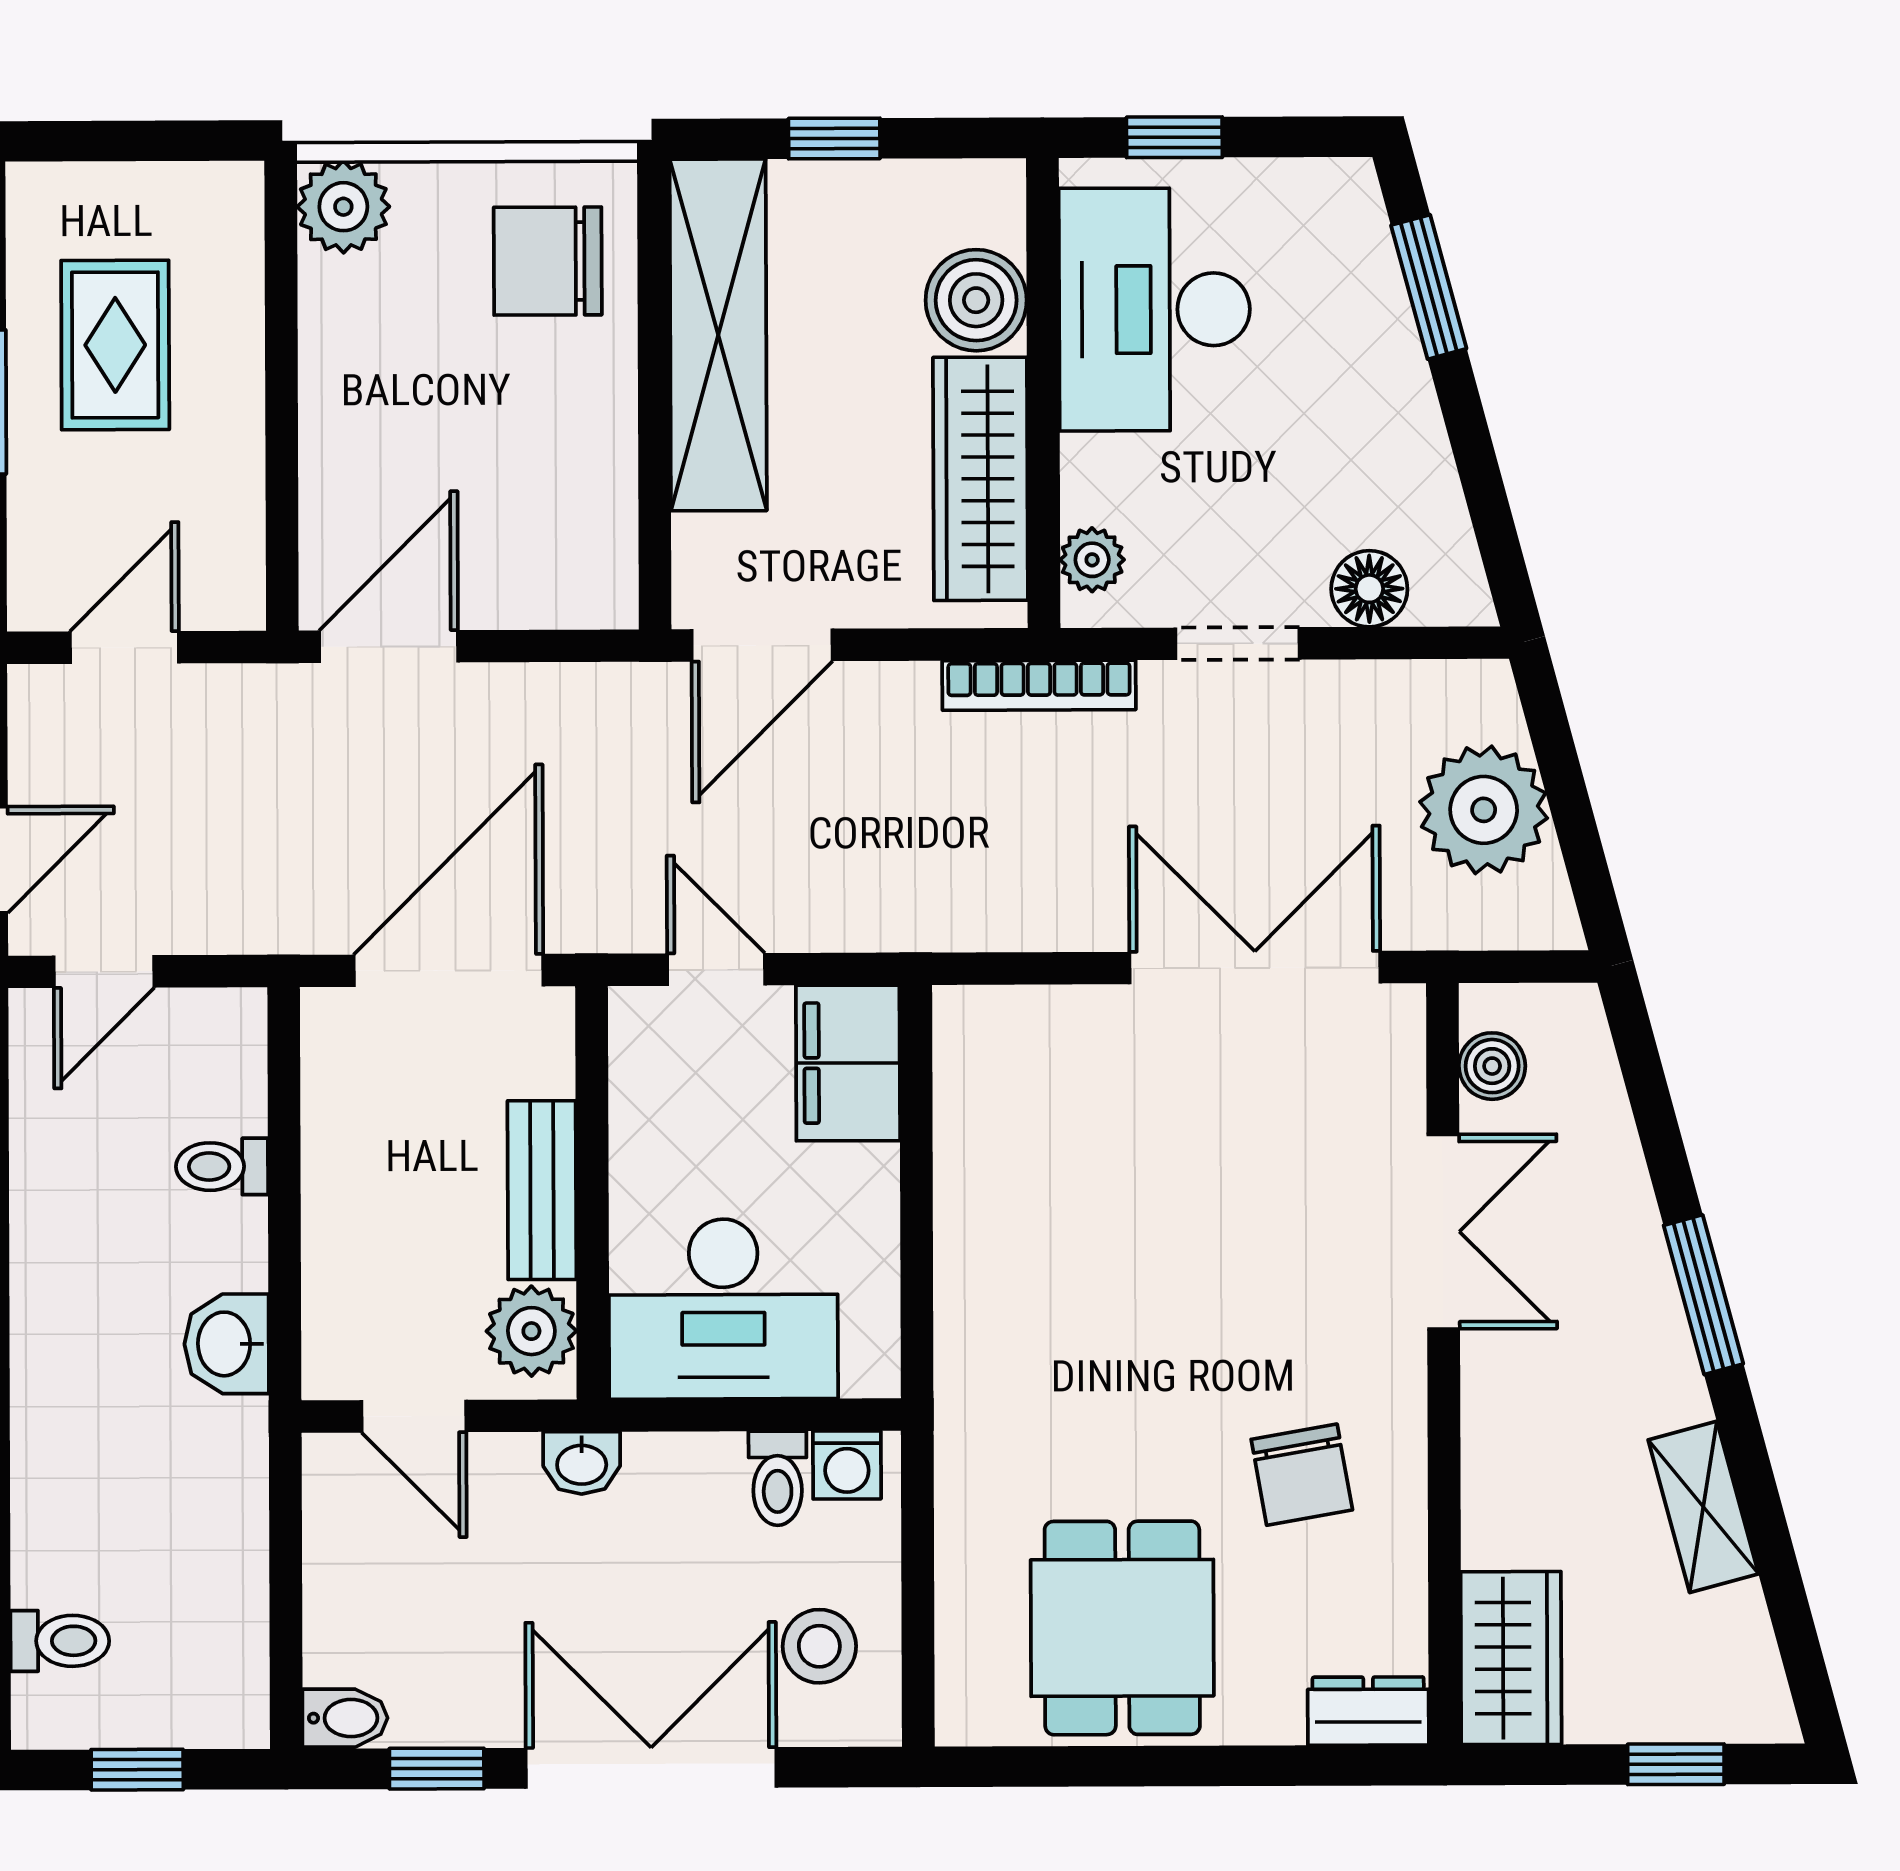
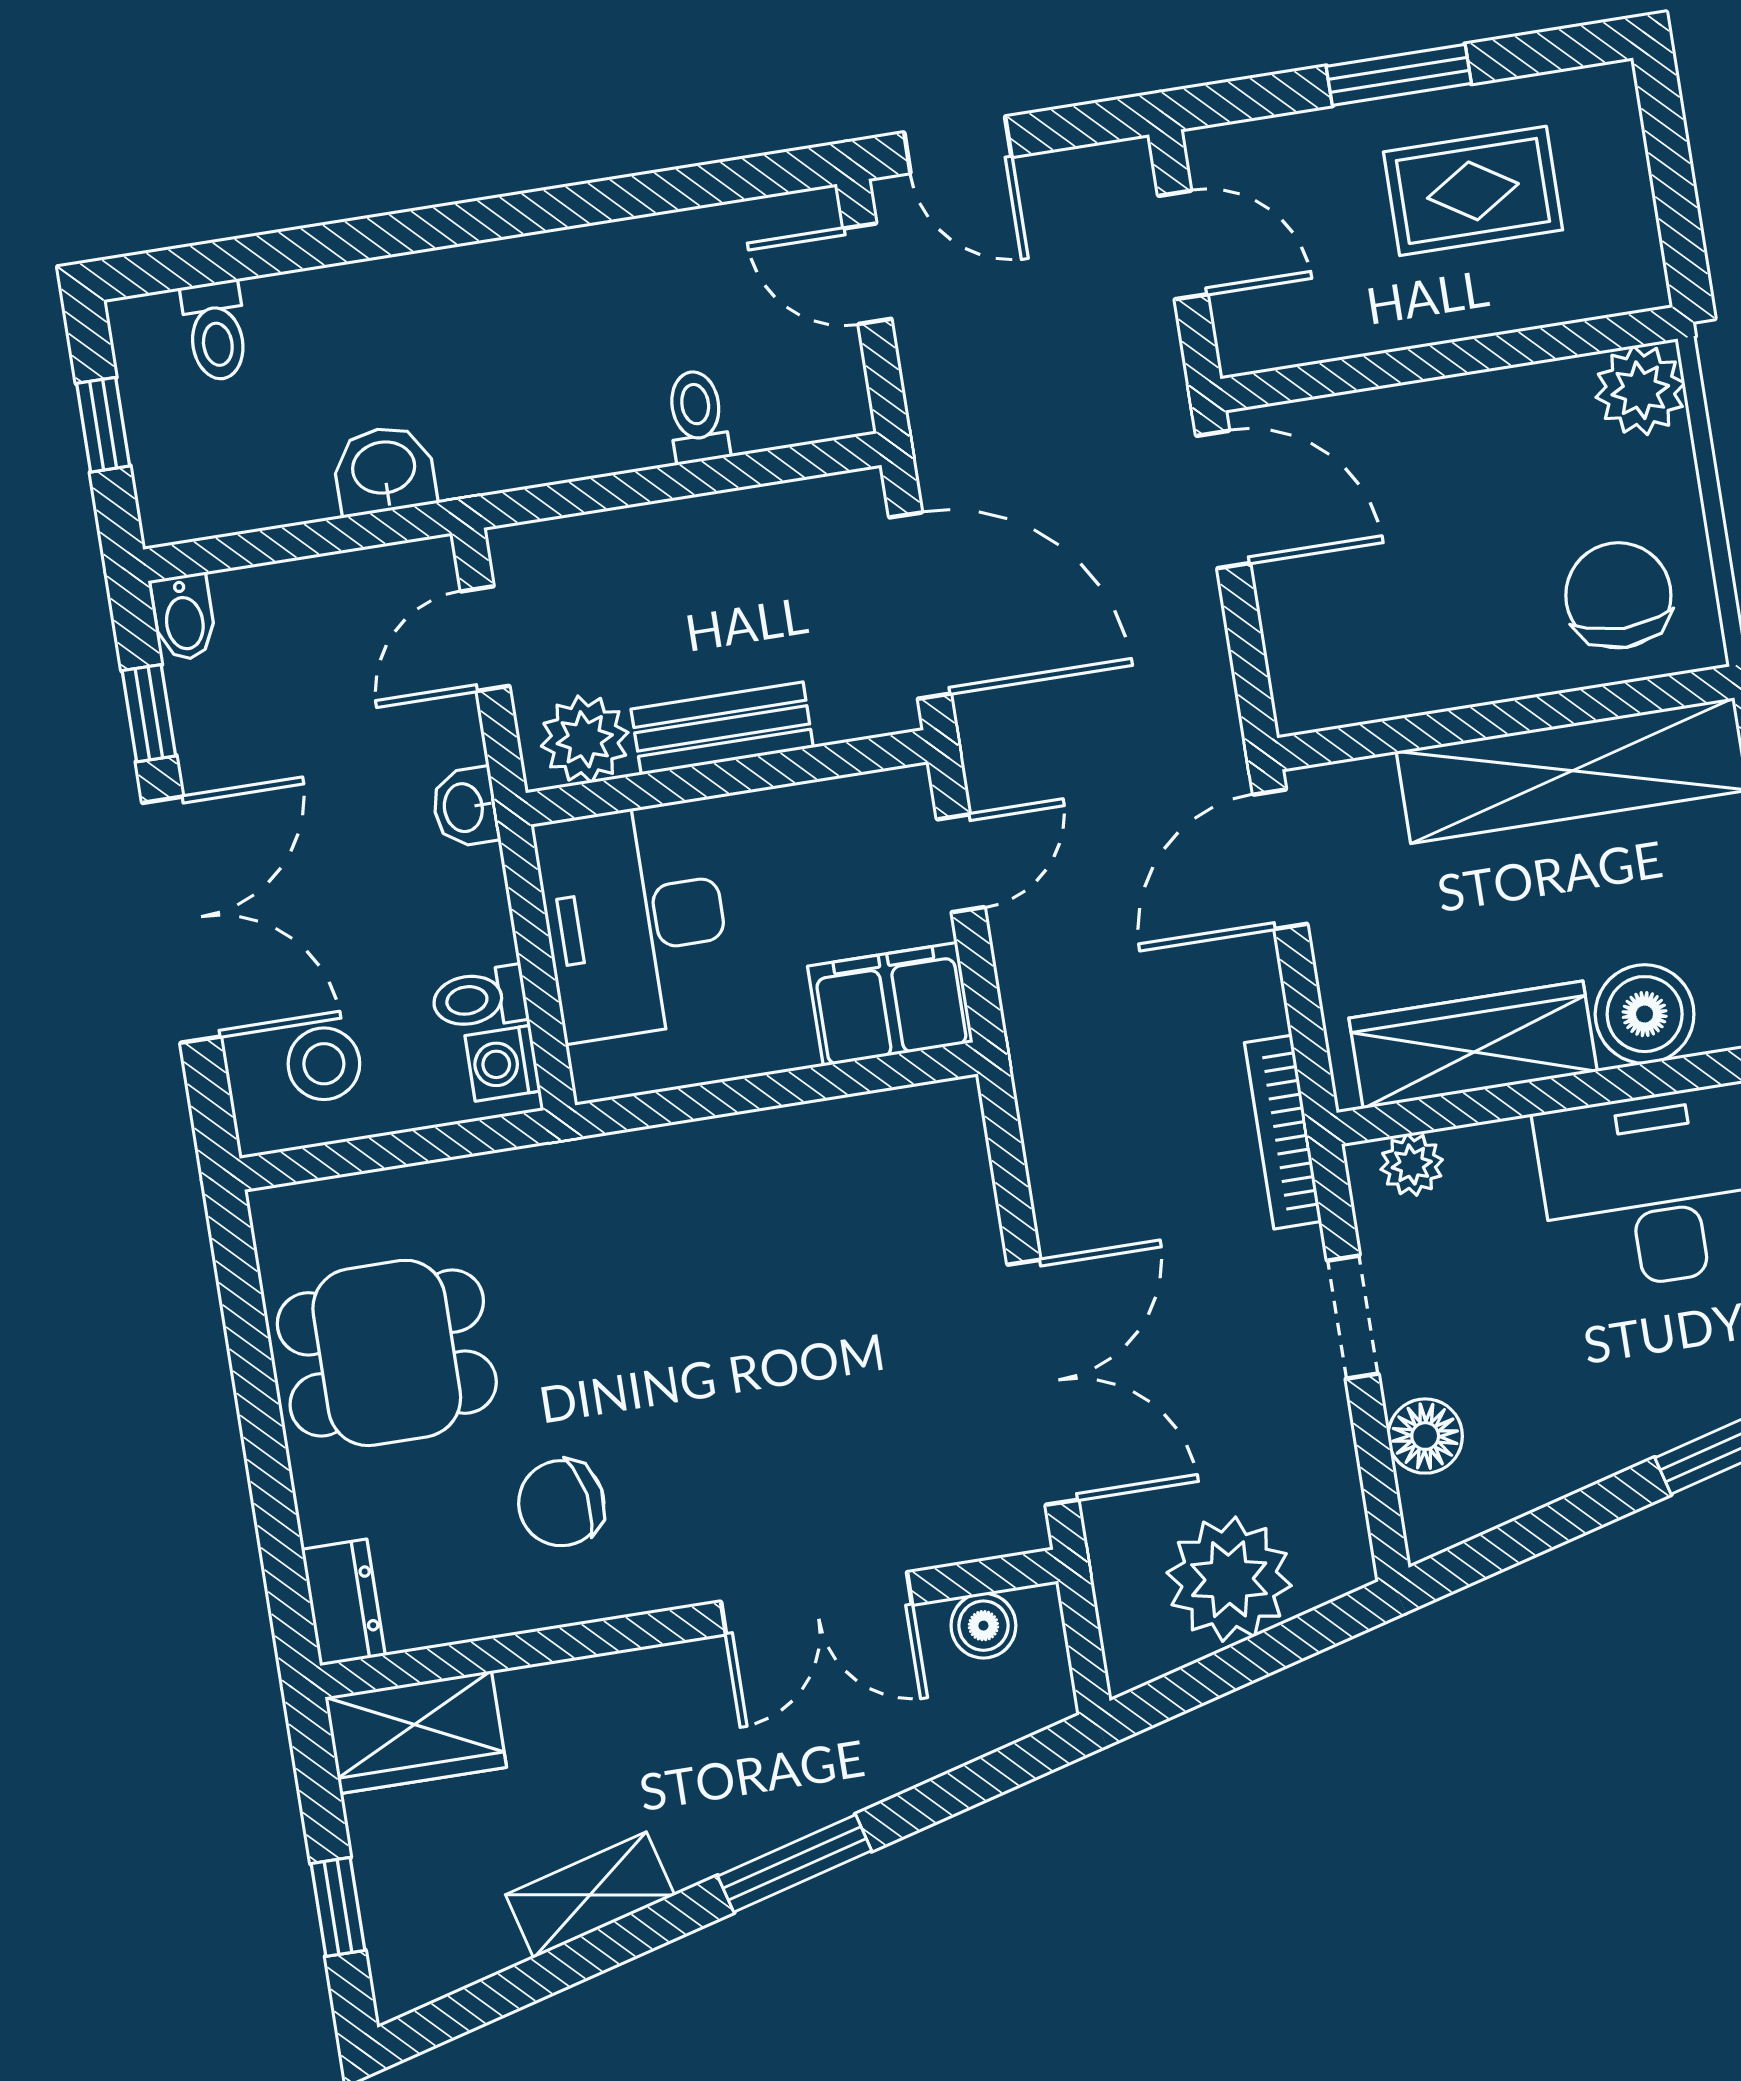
door: (762, 645) -> (1280, 859), hinge flipped
washbasin: (227, 1344) -> (384, 470), moved

